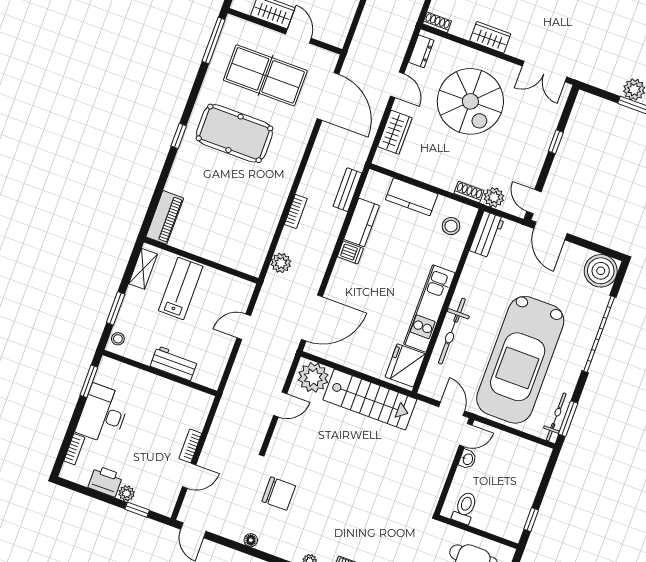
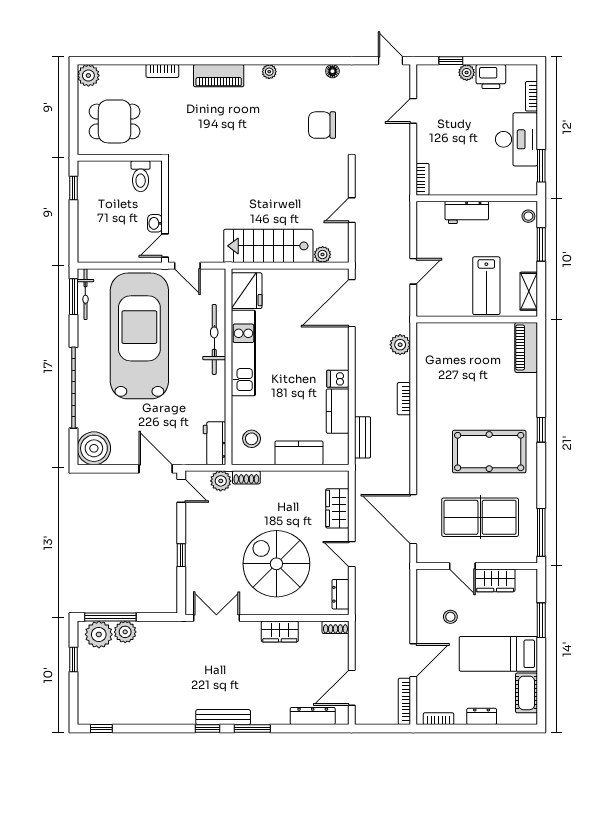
plant: (313, 377) -> (323, 255), width x0.53, depth x0.53
bookcase: (190, 446) -> (423, 179), moved

